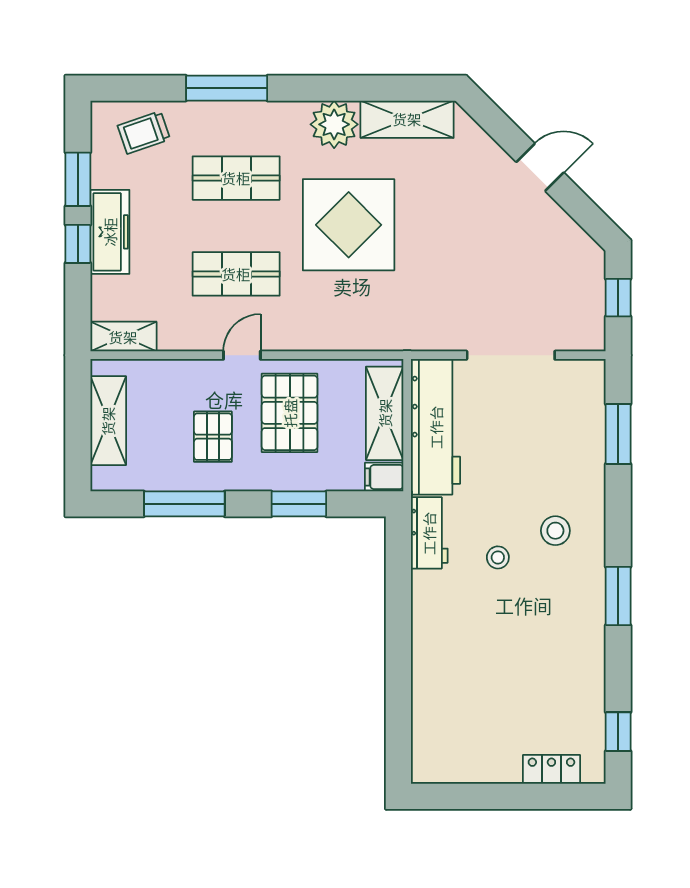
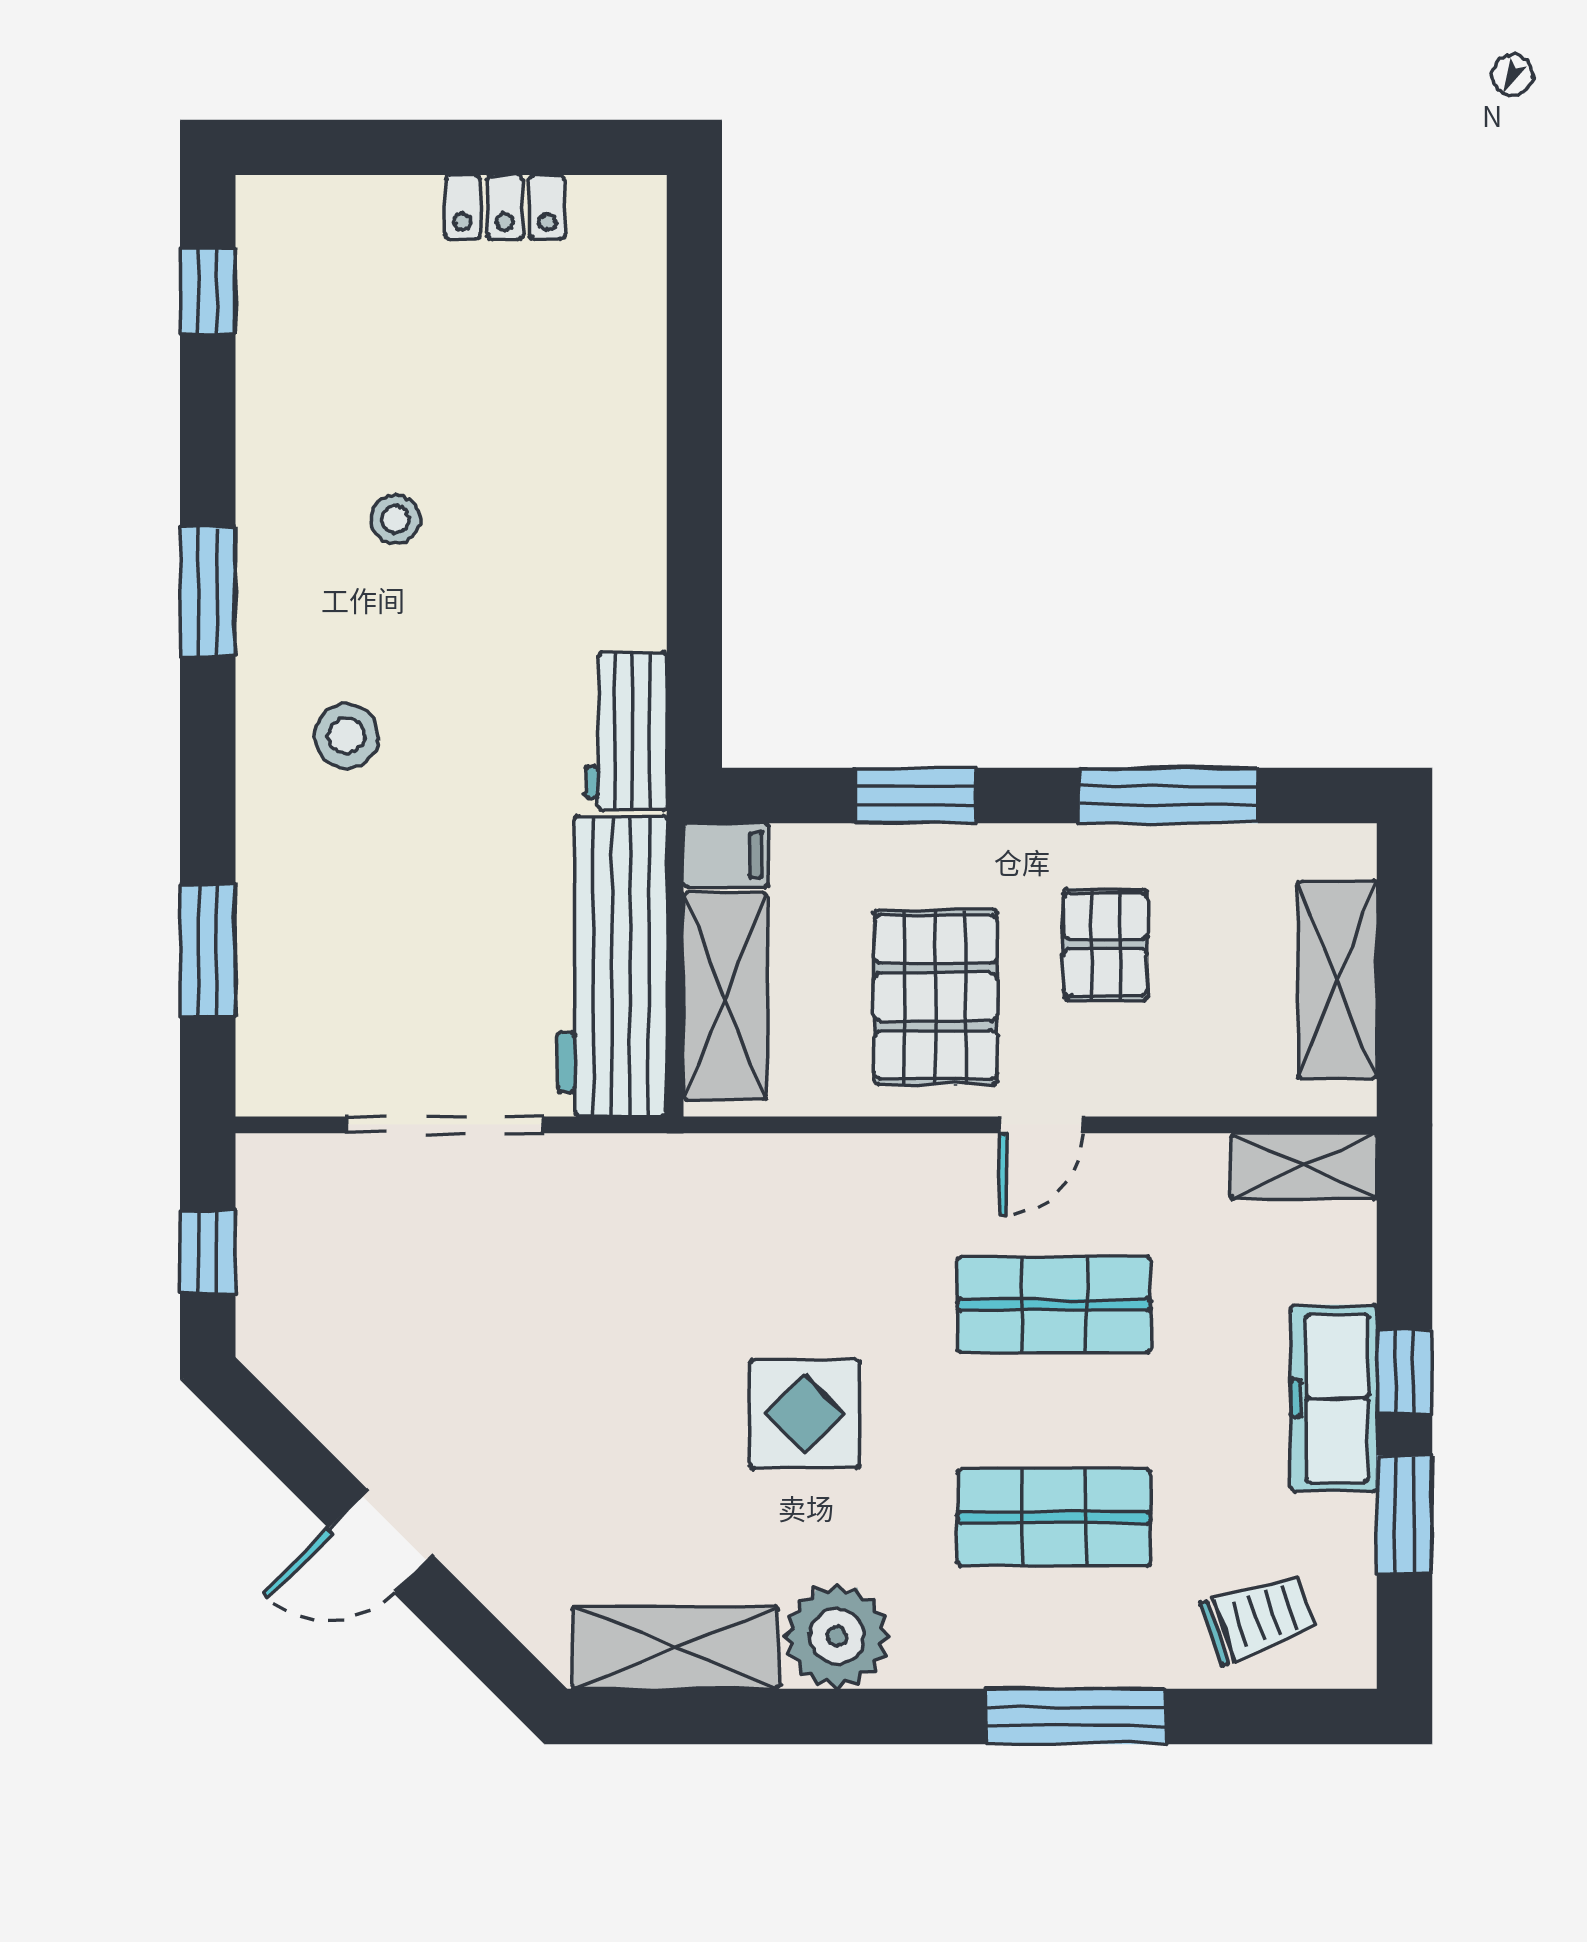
display table: (349, 225) -> (805, 1414), width x0.54, depth x0.54
stool: (498, 557) -> (395, 519), moved
locker: (551, 769) -> (505, 207), moved

